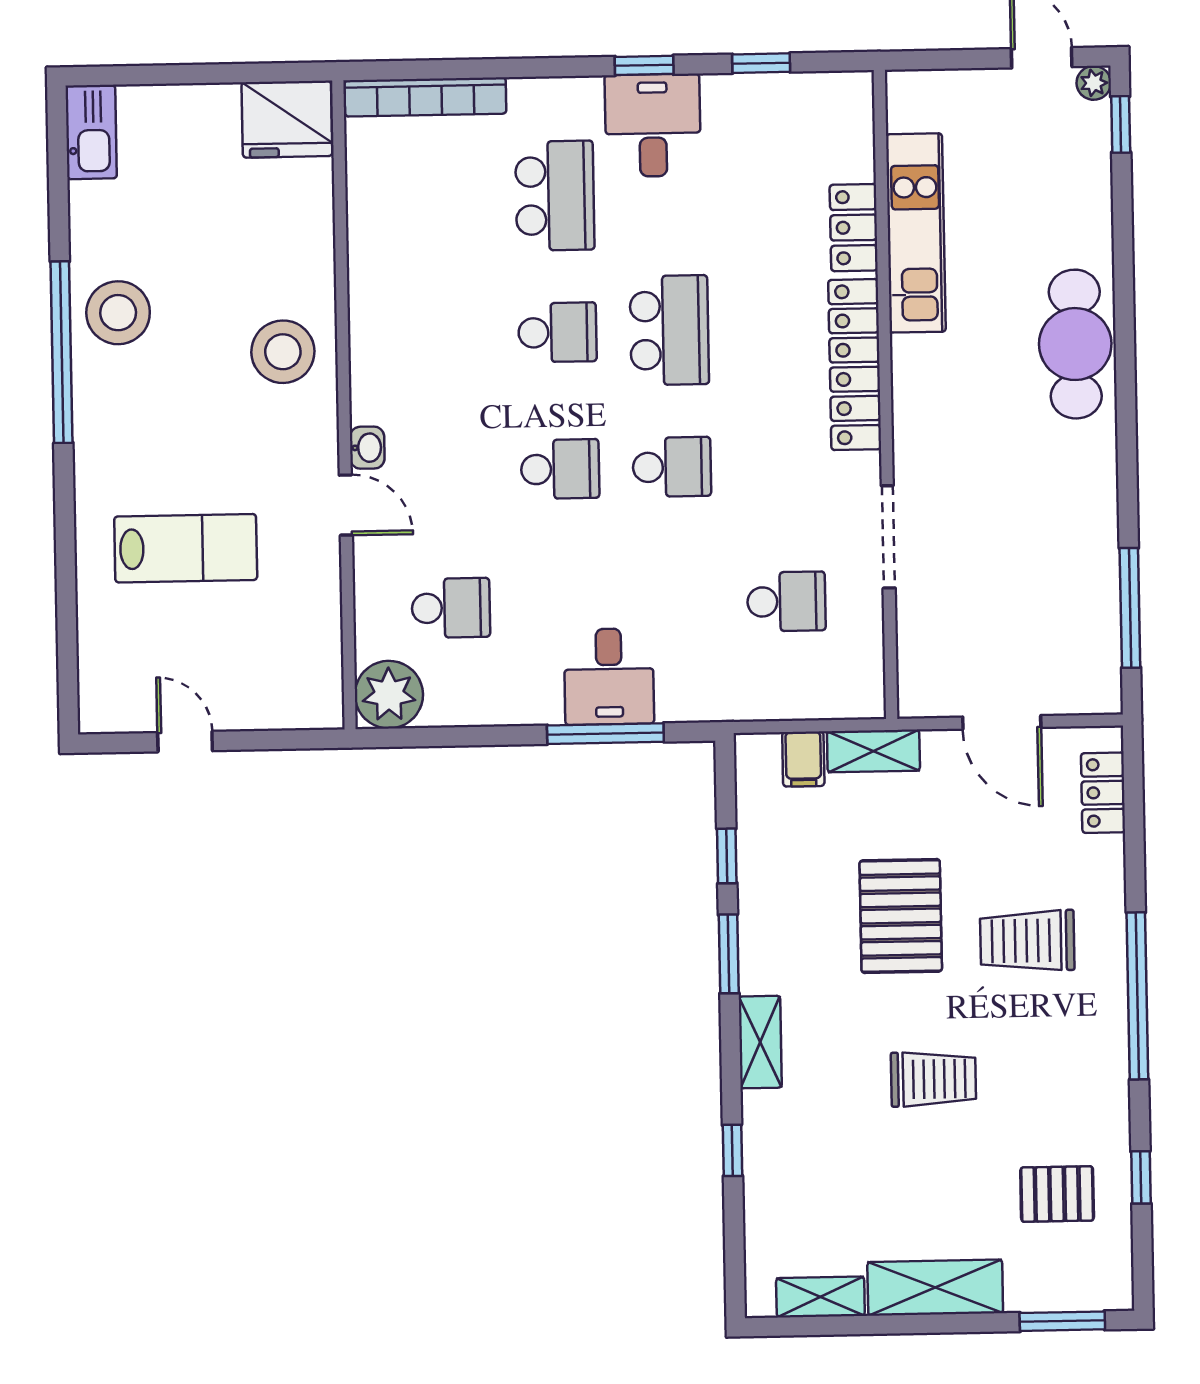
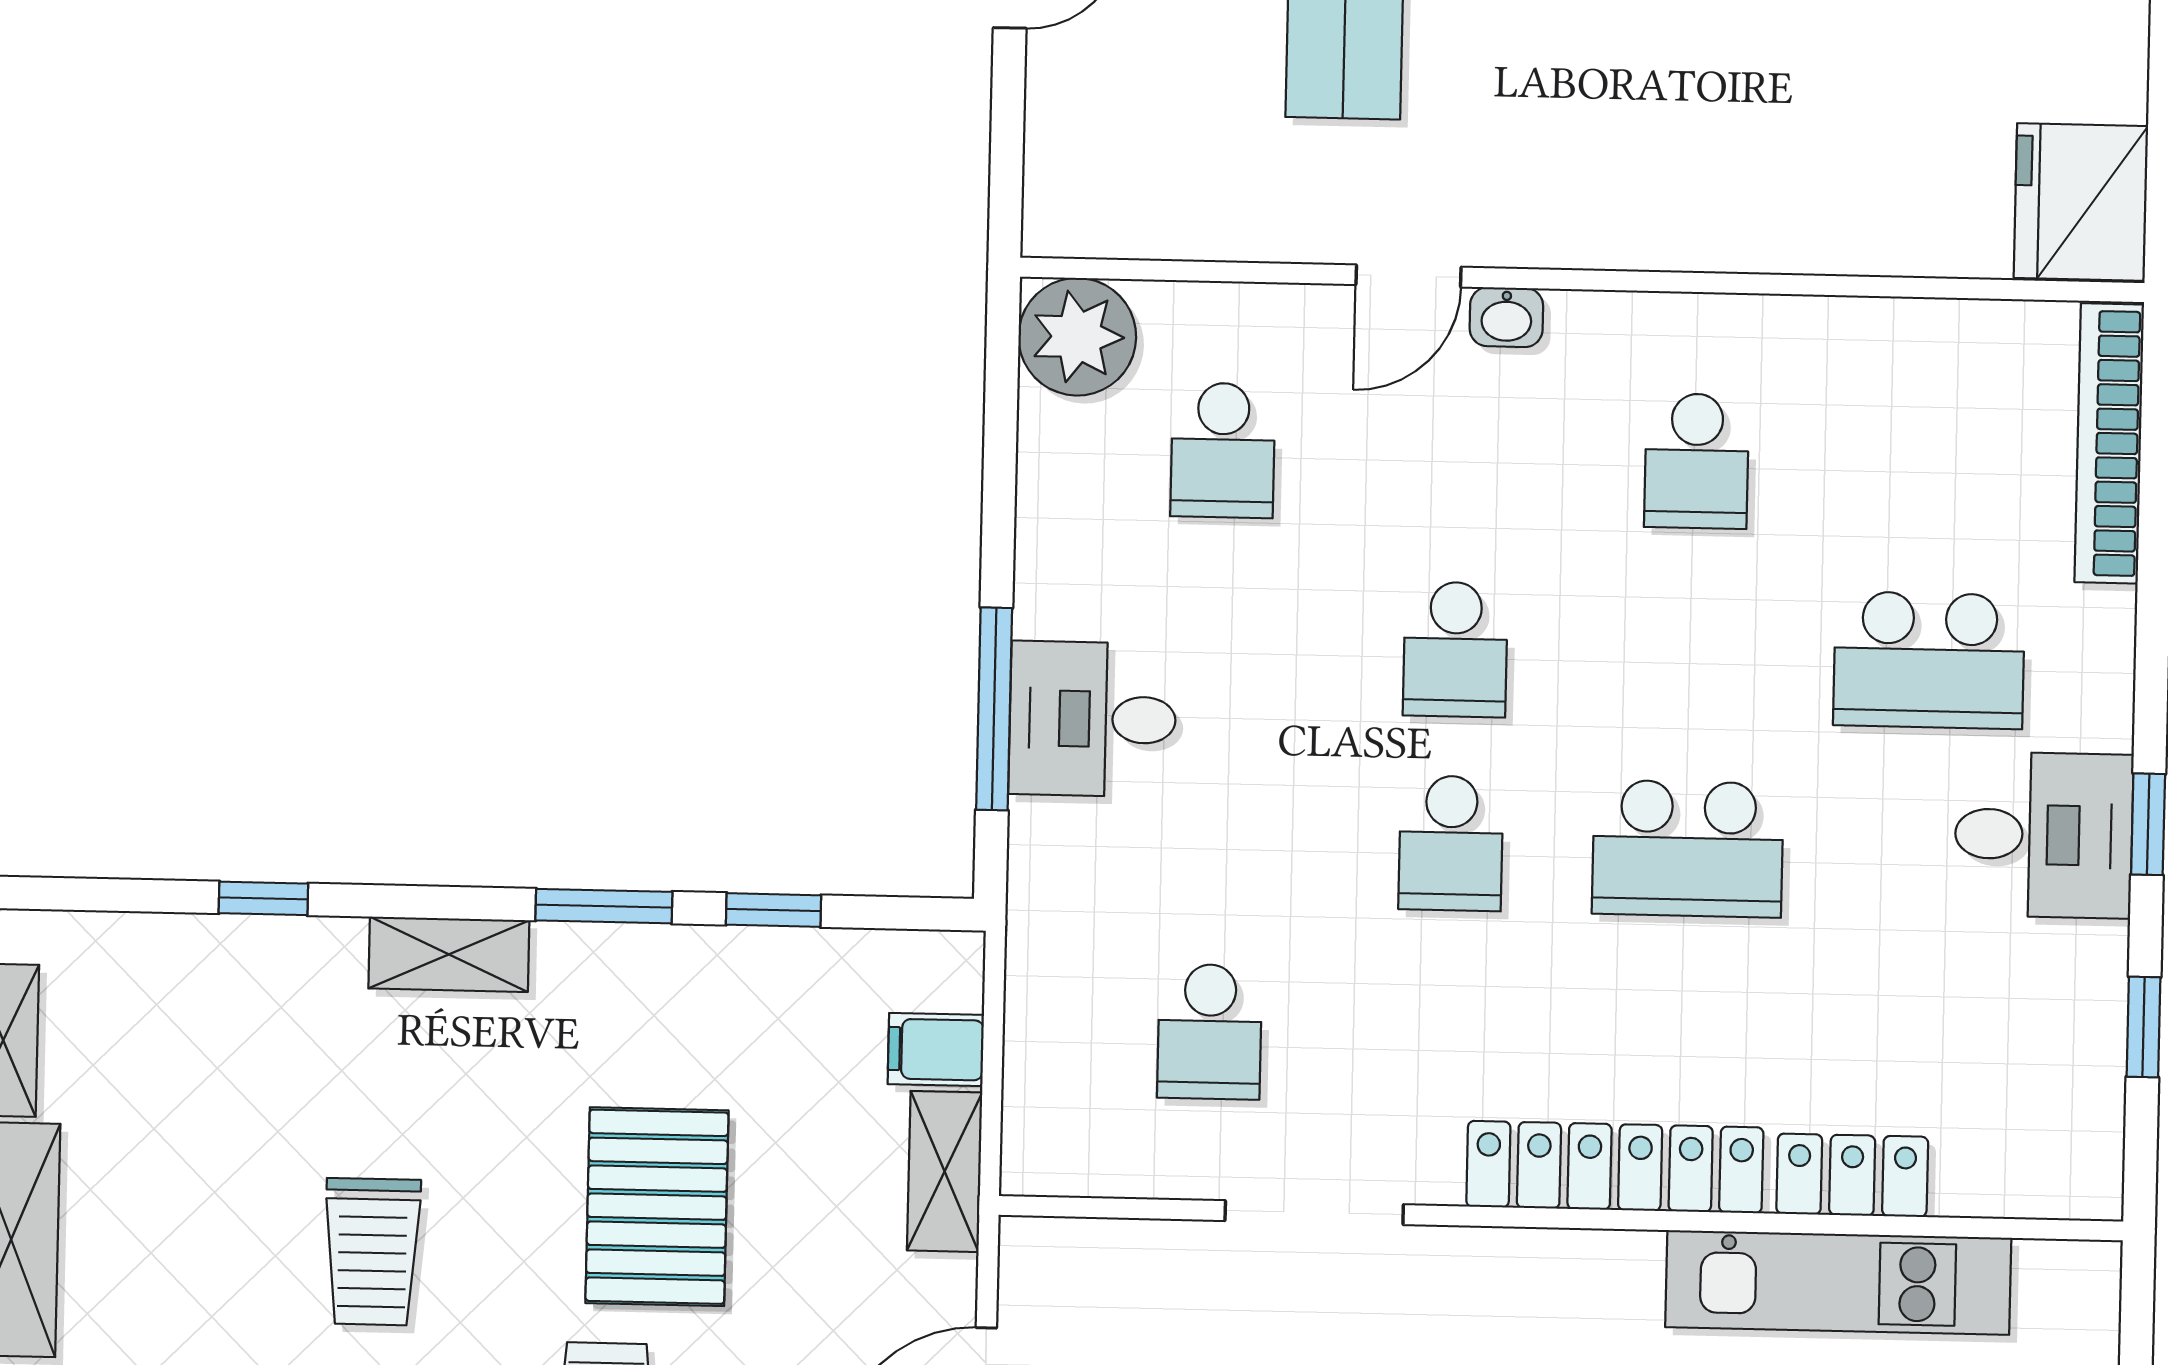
school desk: (557, 332) -> (1697, 461), moved
stool: (283, 352) -> (1679, 178), removed
pallet: (901, 916) -> (657, 1207), turned 90

